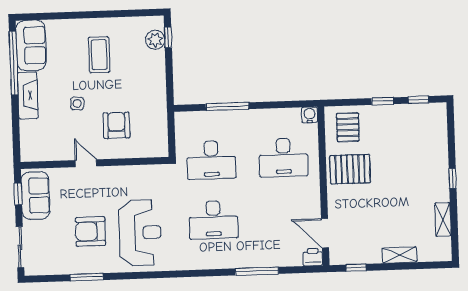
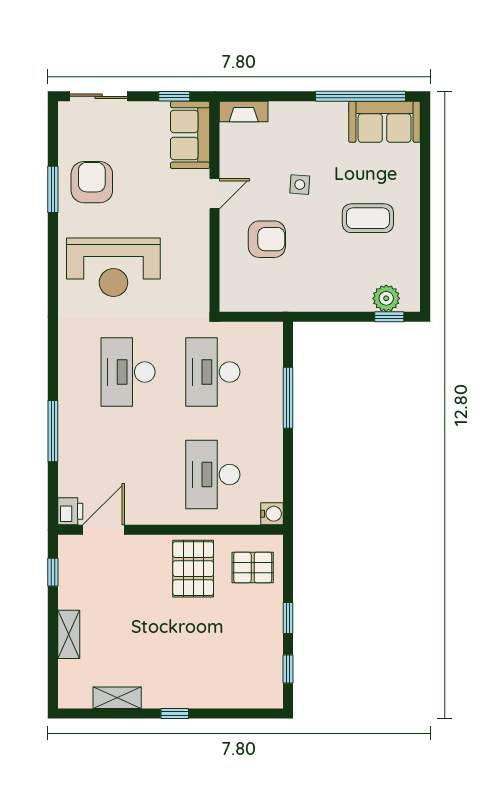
fireplace: (28, 95) -> (244, 112), moved, width x0.73, depth x0.76
sofa: (35, 196) -> (190, 135), moved, turned 90
armchair: (91, 231) -> (92, 182), moved

